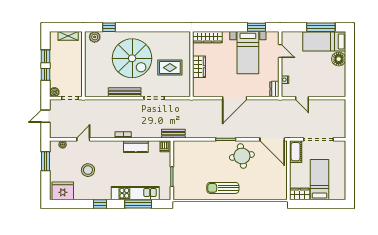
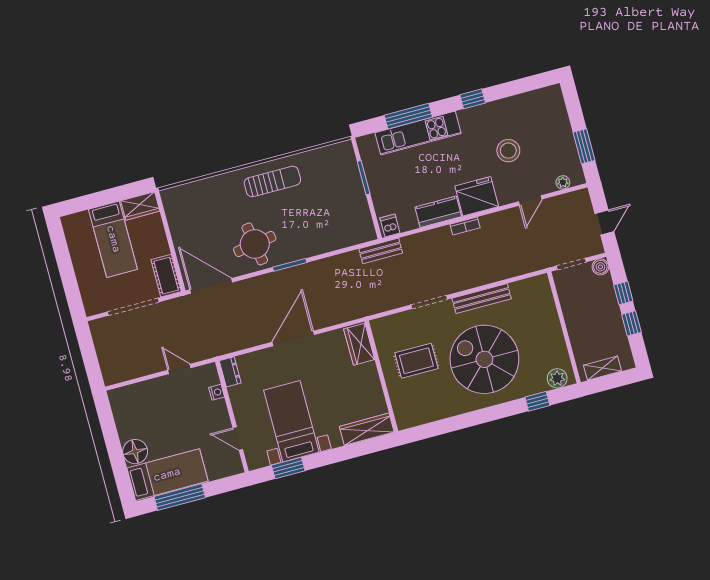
wardrobe: (199, 67) -> (359, 344), moved
fridge: (63, 191) -> (477, 196), moved, turned 180

